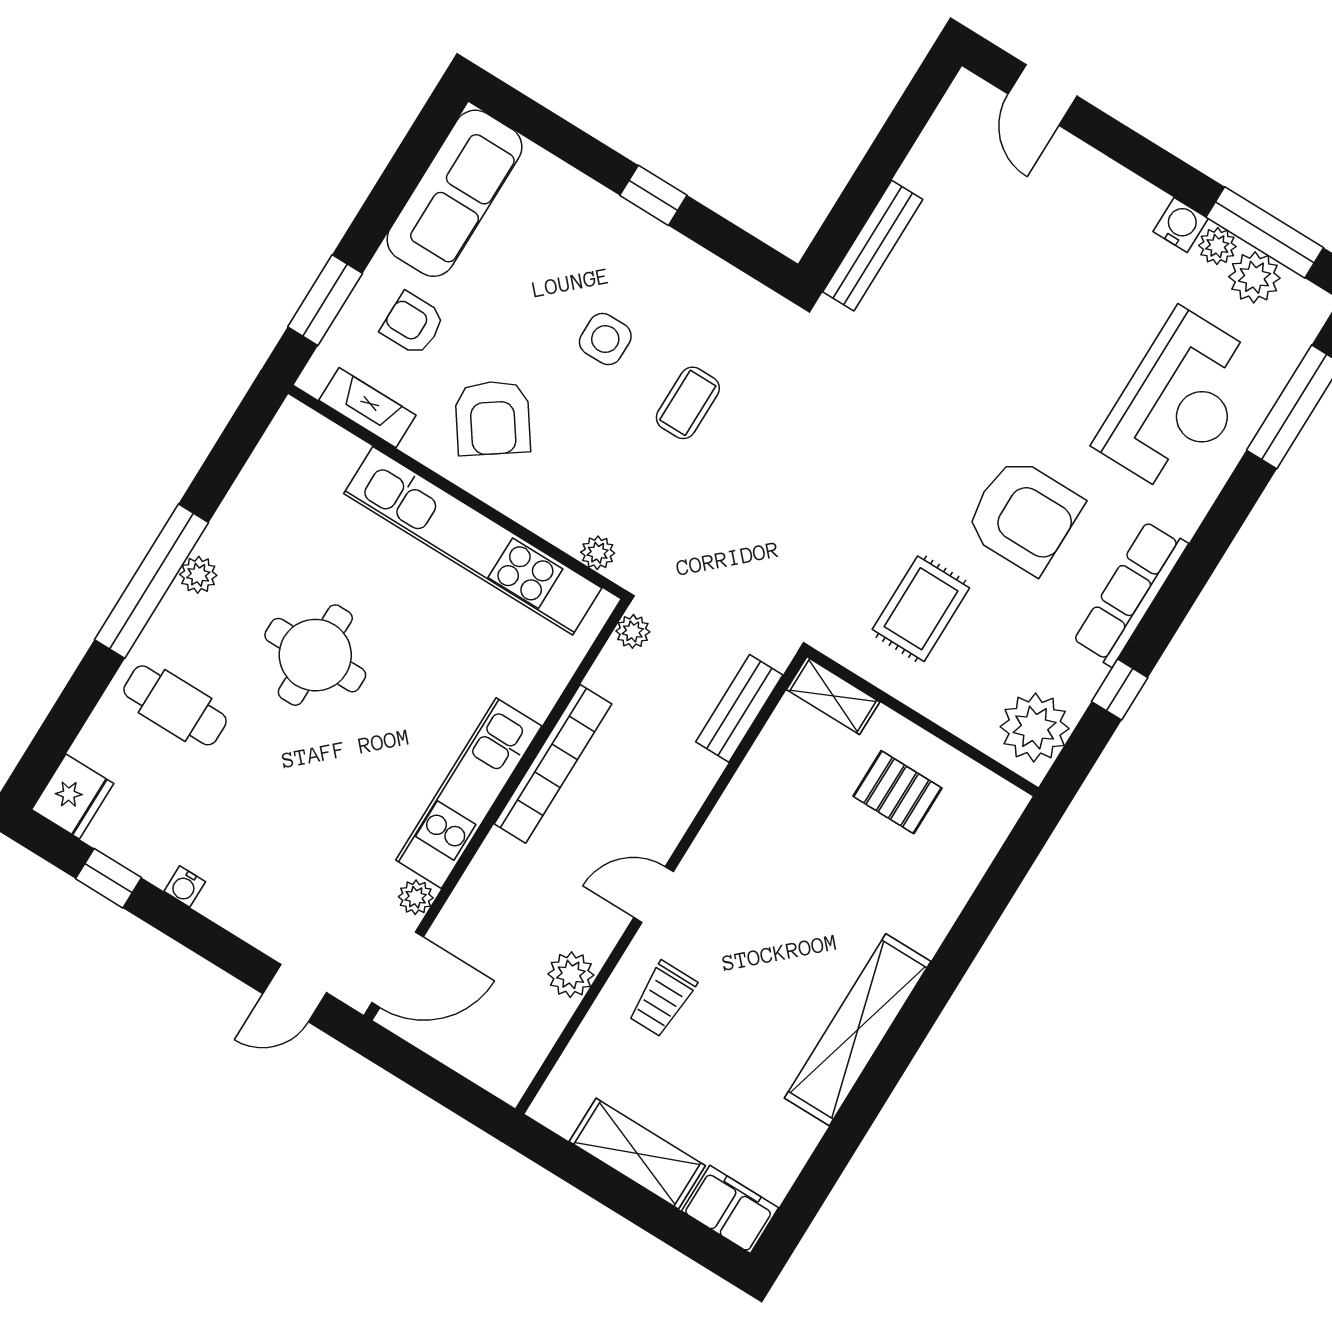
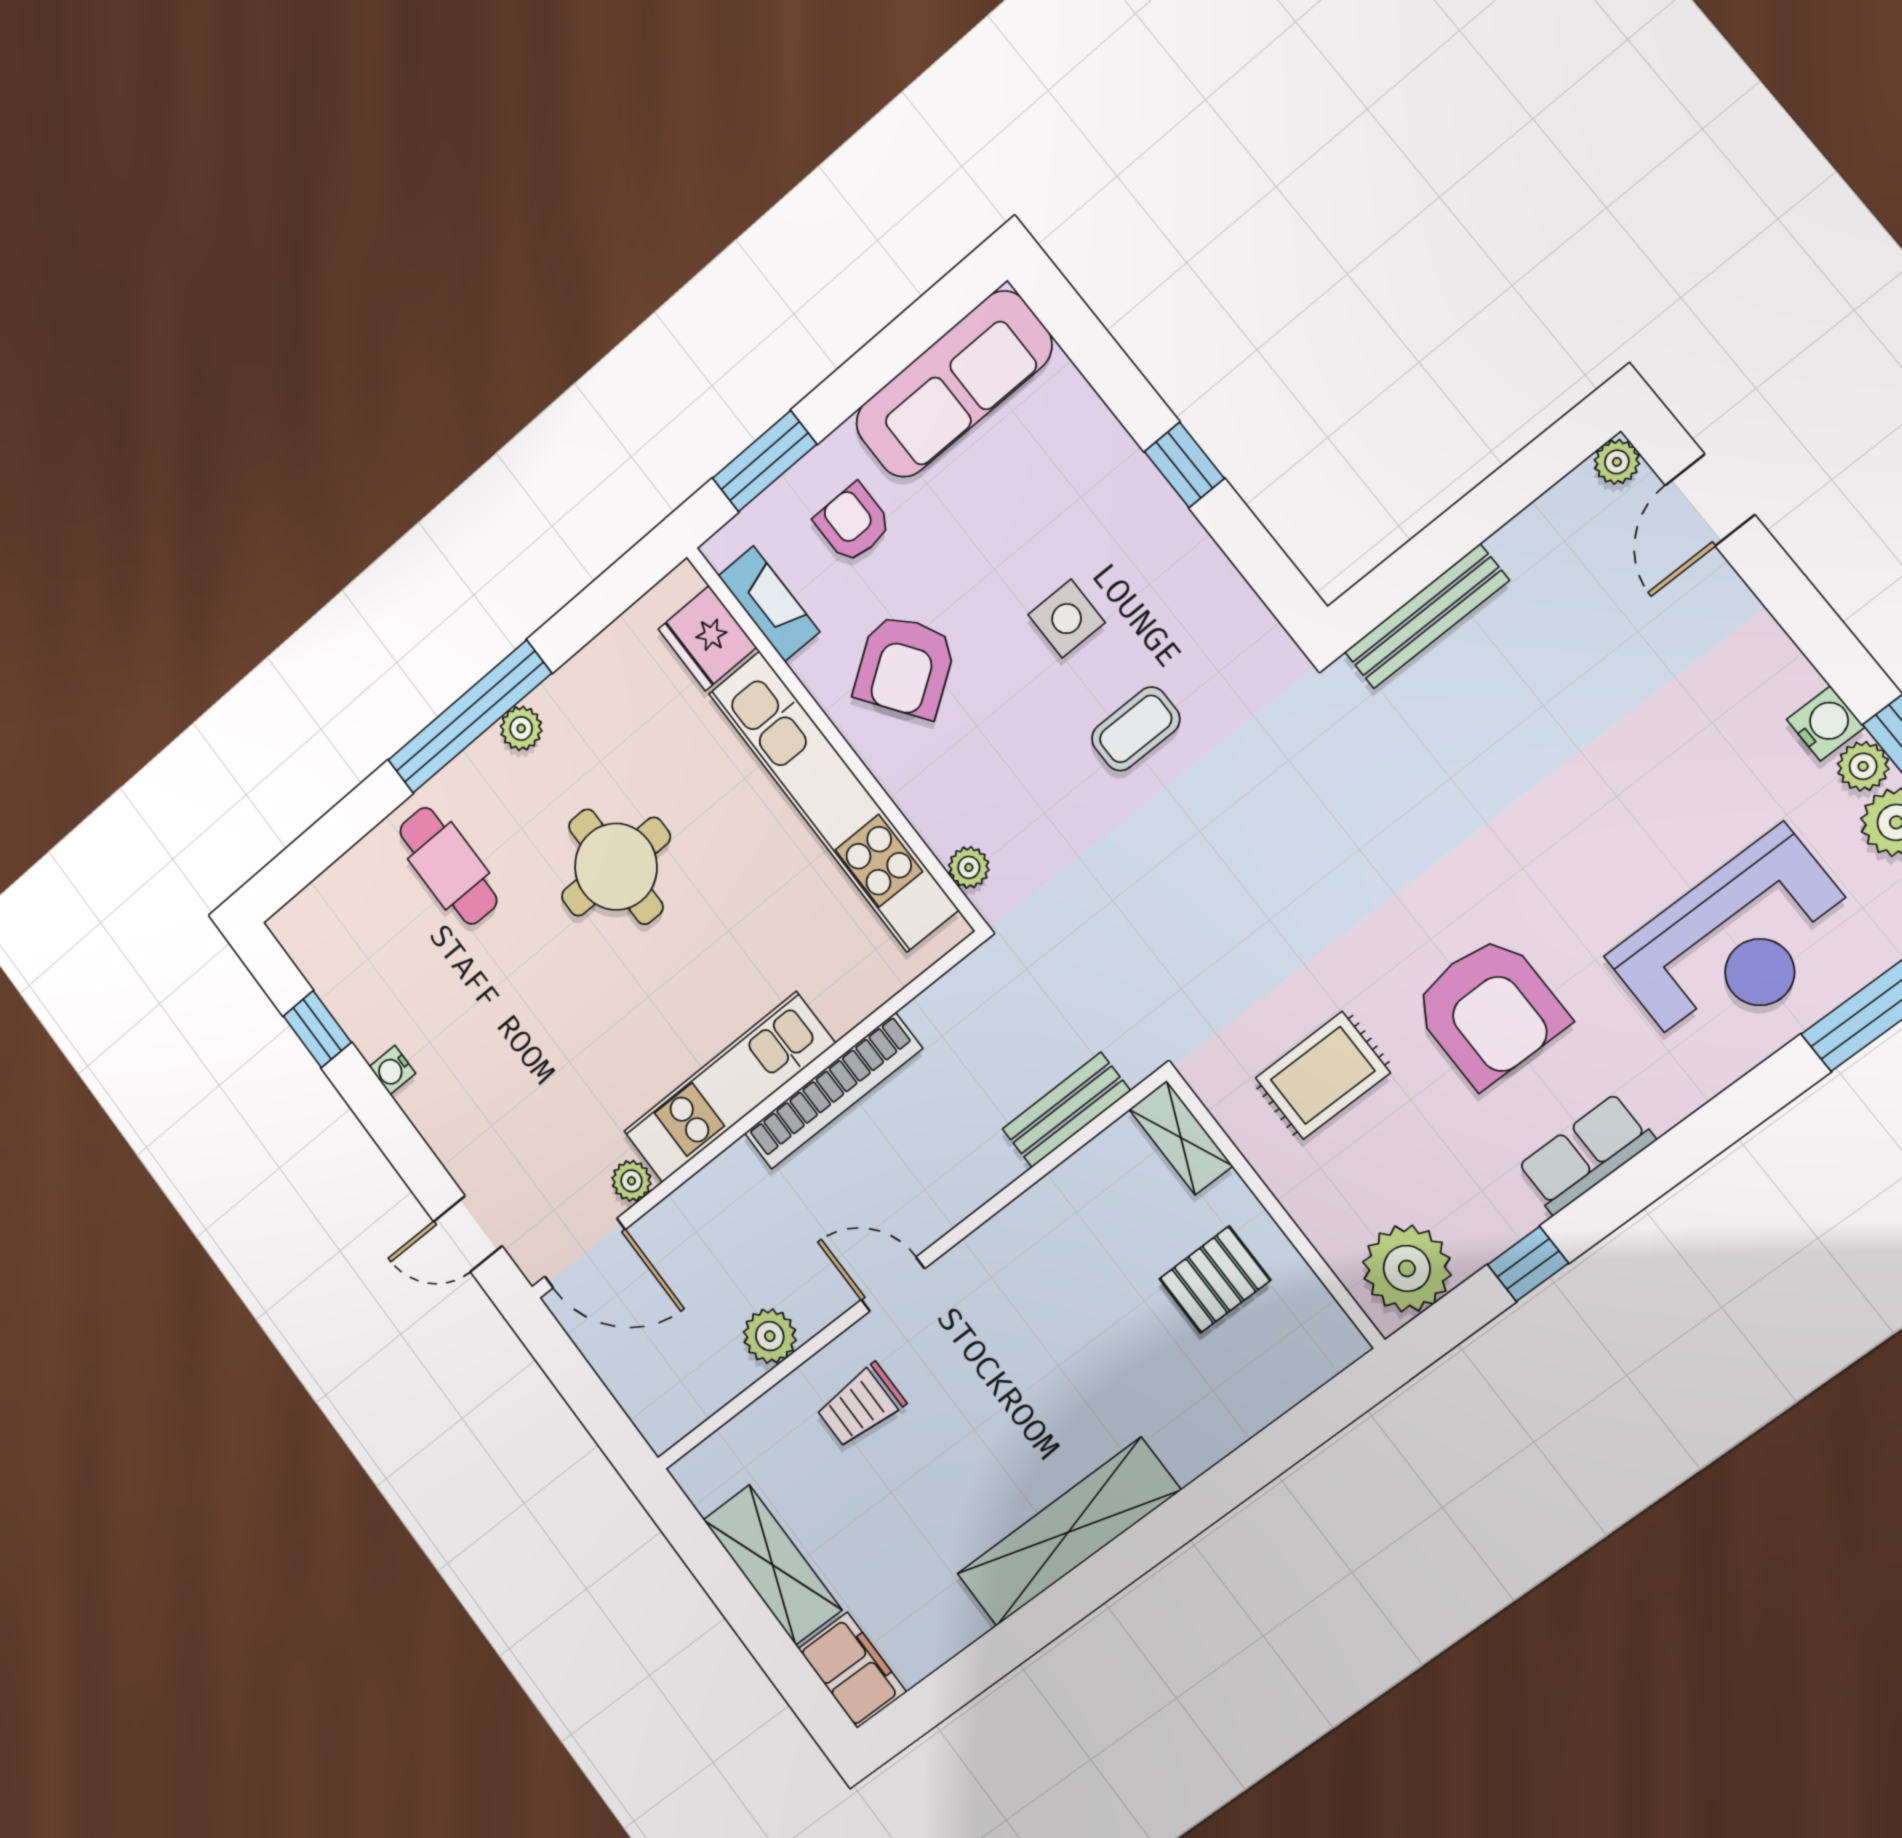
row of seats: (1130, 593) -> (1586, 1154), width x0.68
plant: (633, 631) -> (1617, 462), moved
pallet: (897, 792) -> (1215, 1279), turned 90
fridge: (73, 797) -> (707, 638), moved, turned 90

